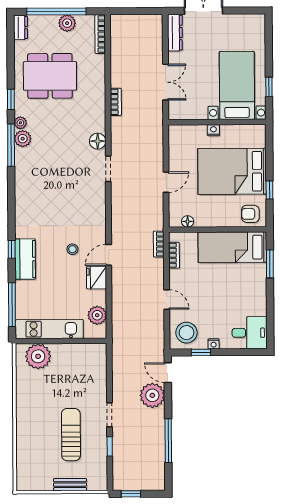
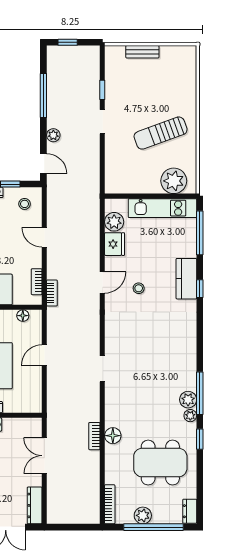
floor lamp: (98, 141) -> (113, 436), moved
fridge: (97, 278) -> (115, 244), moved
stool: (186, 333) -> (25, 204), width x0.53, depth x0.53
plant: (152, 395) -> (53, 135), width x0.53, depth x0.53
sun lounger: (71, 435) -> (161, 133), moved, turned 70
window: (131, 494) -> (68, 42), moved

